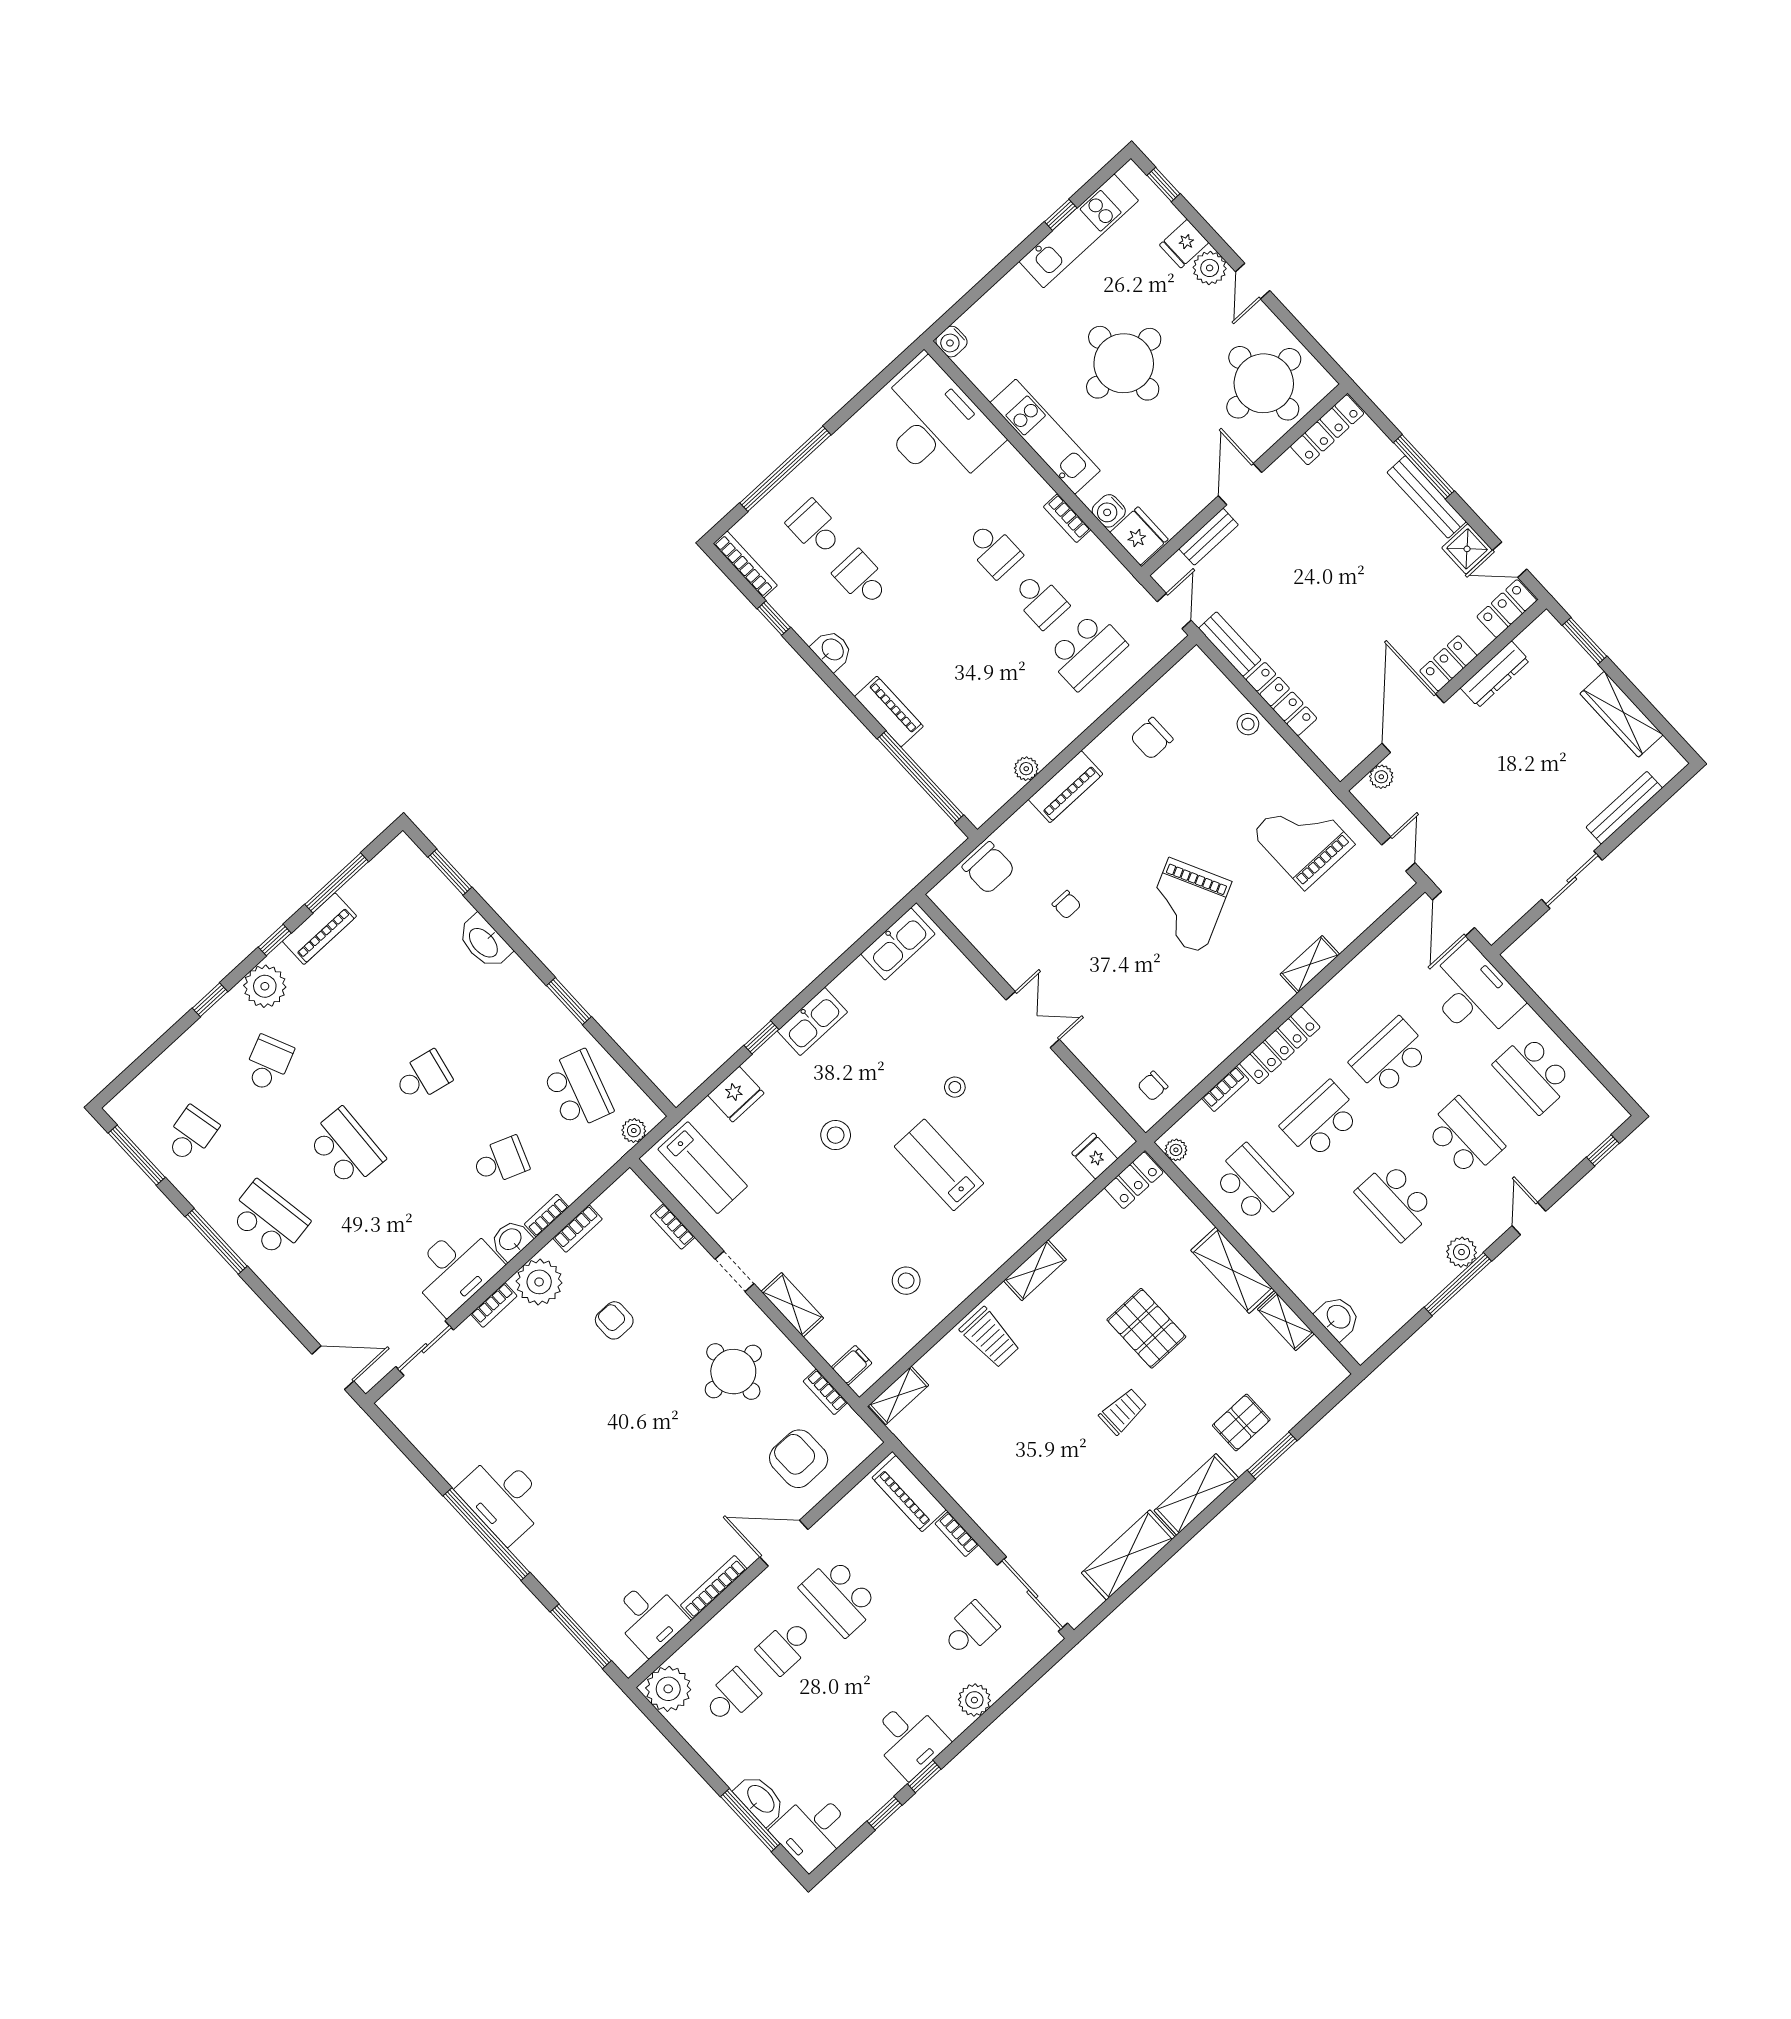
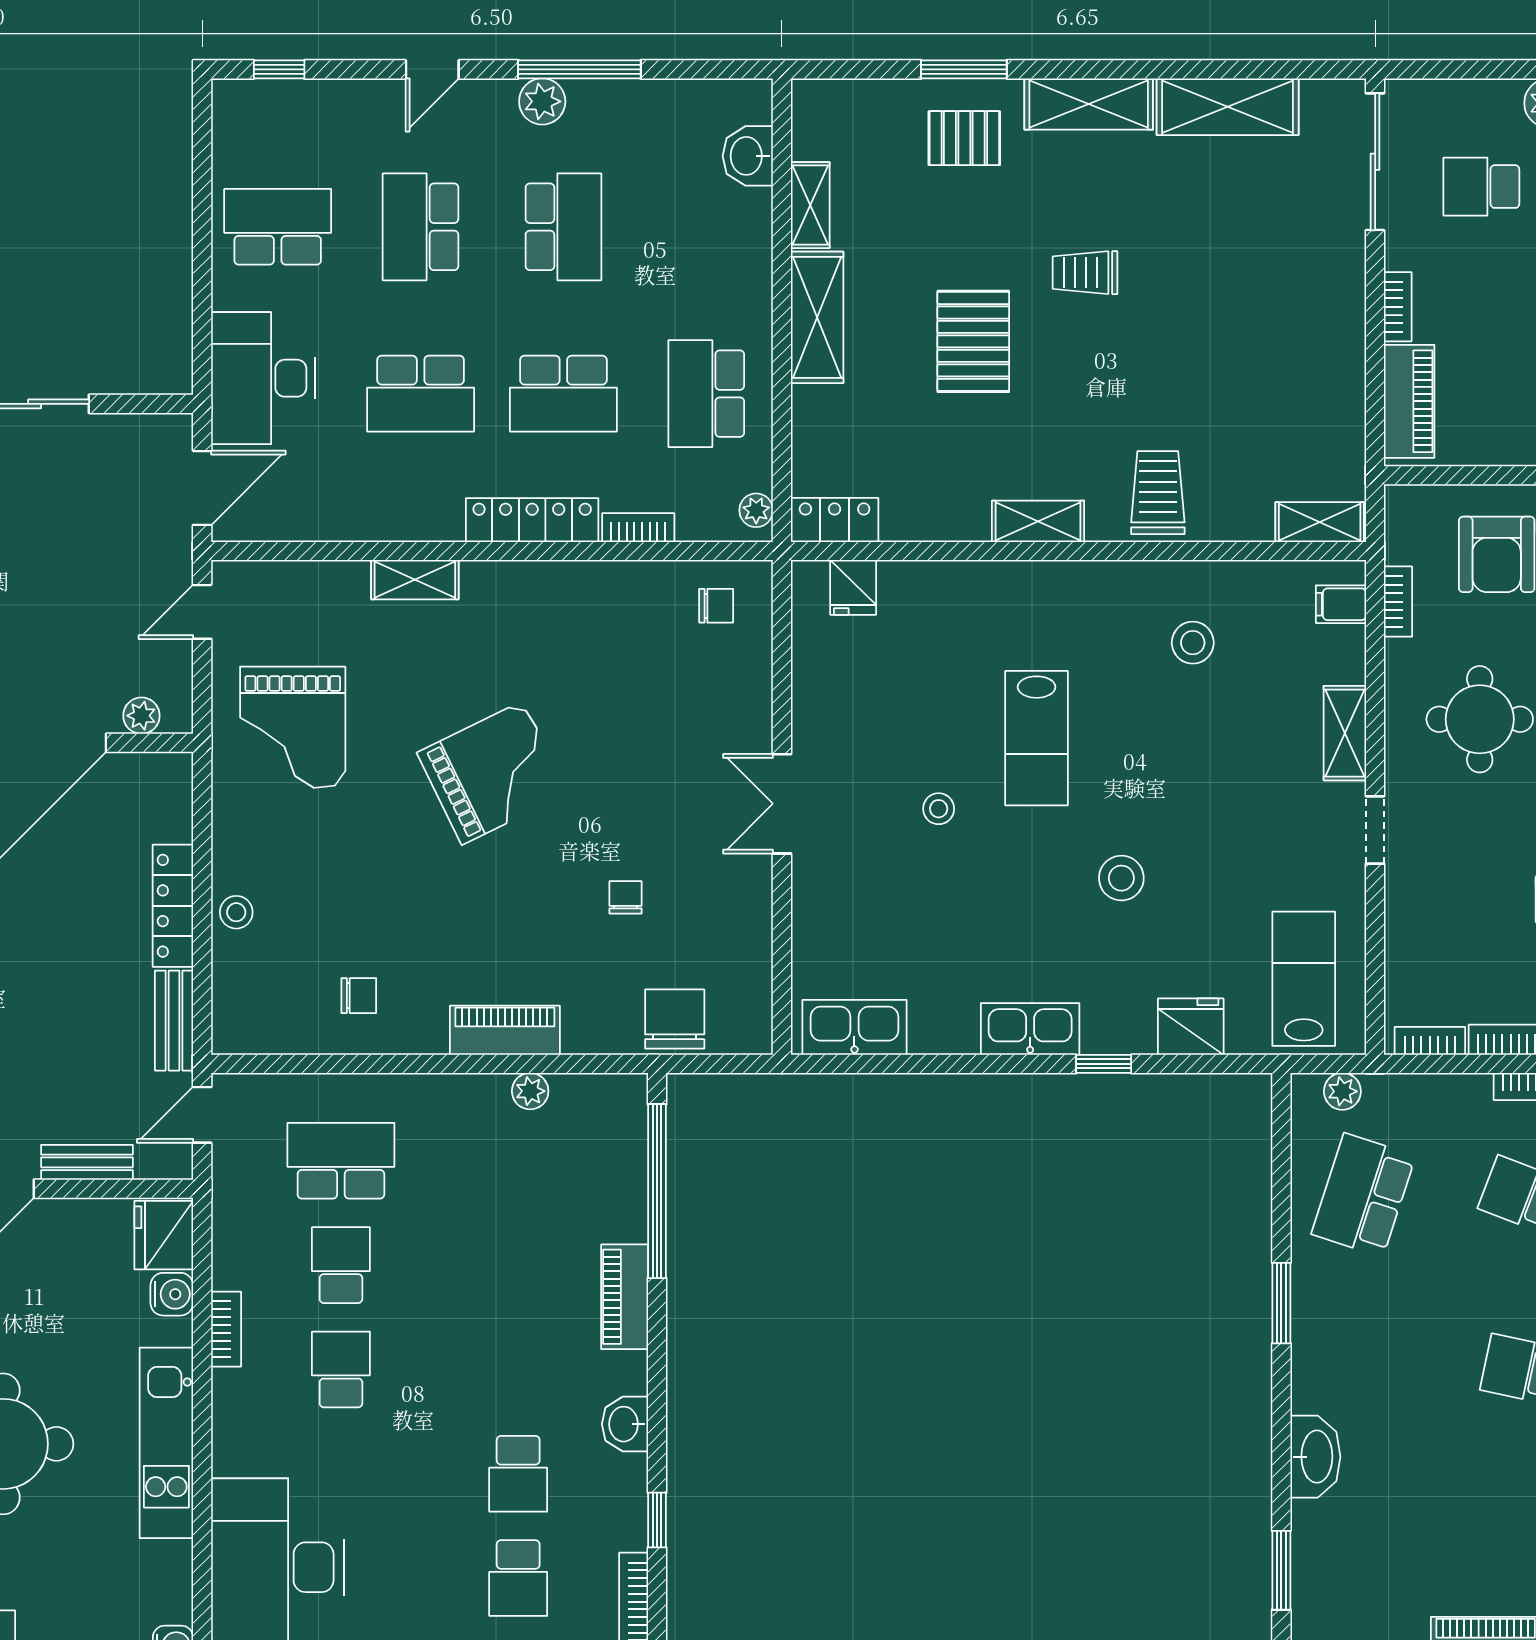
chair: (1152, 738) -> (359, 996), width x0.73, depth x0.73
school desk: (1533, 1074) -> (278, 227), turned -90
bookcase: (673, 1226) -> (1430, 1041), moved, turned -90

